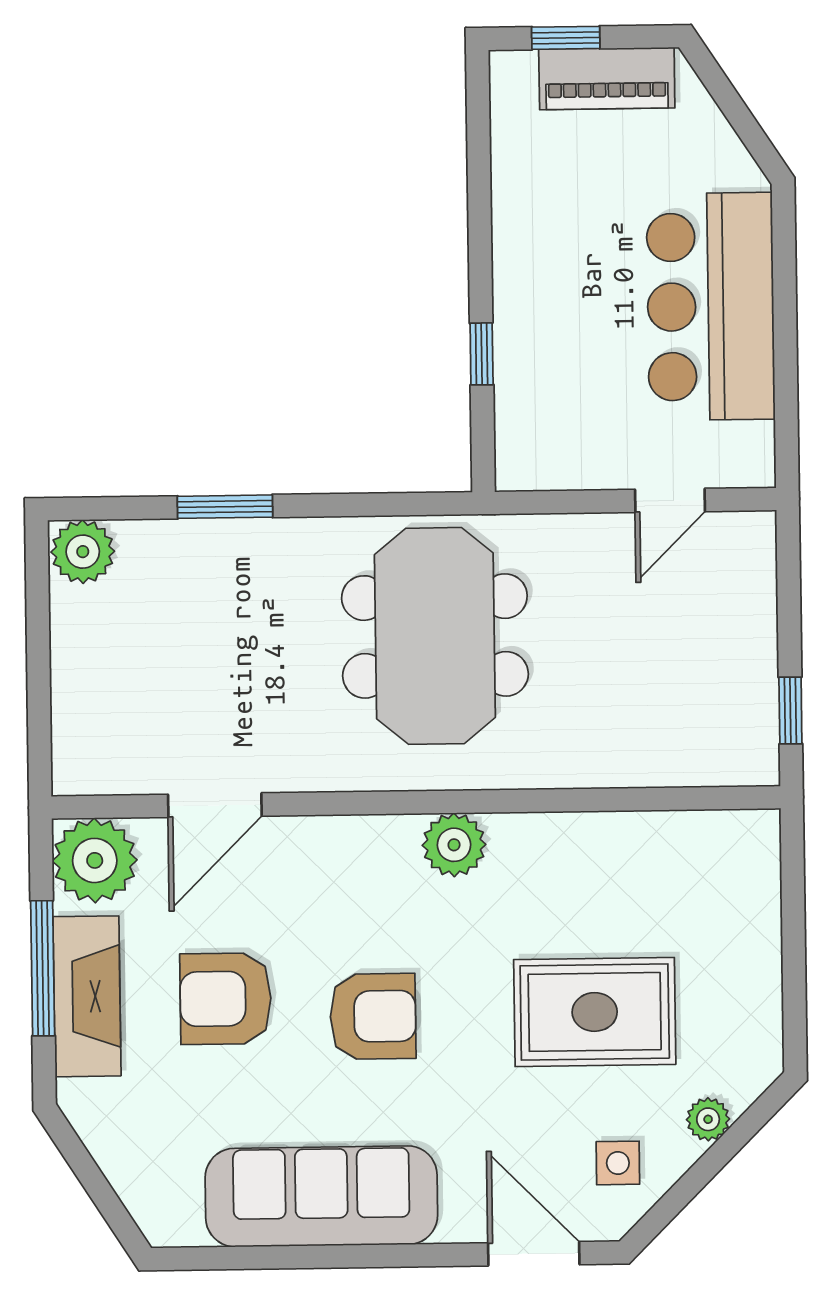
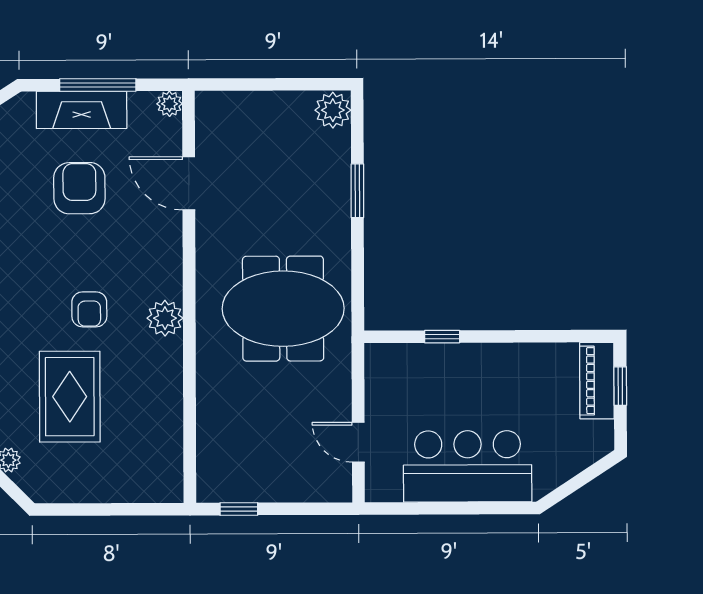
piano: (607, 79) -> (597, 381), moved
plant: (95, 860) -> (169, 104), width x0.53, depth x0.53
armchair: (373, 1016) -> (89, 309), moved, width x0.72, depth x0.72

